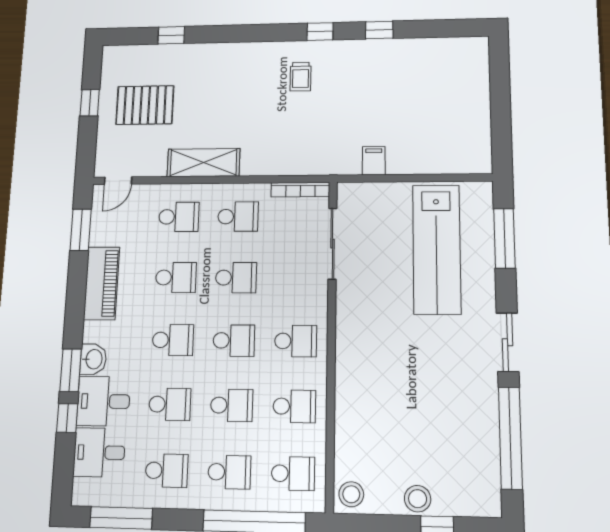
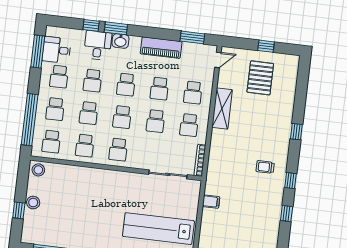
window: (171, 35) -> (296, 132), moved
door: (118, 181) -> (218, 60), swing flipped
desk: (99, 452) -> (57, 50), moved, turned -90

